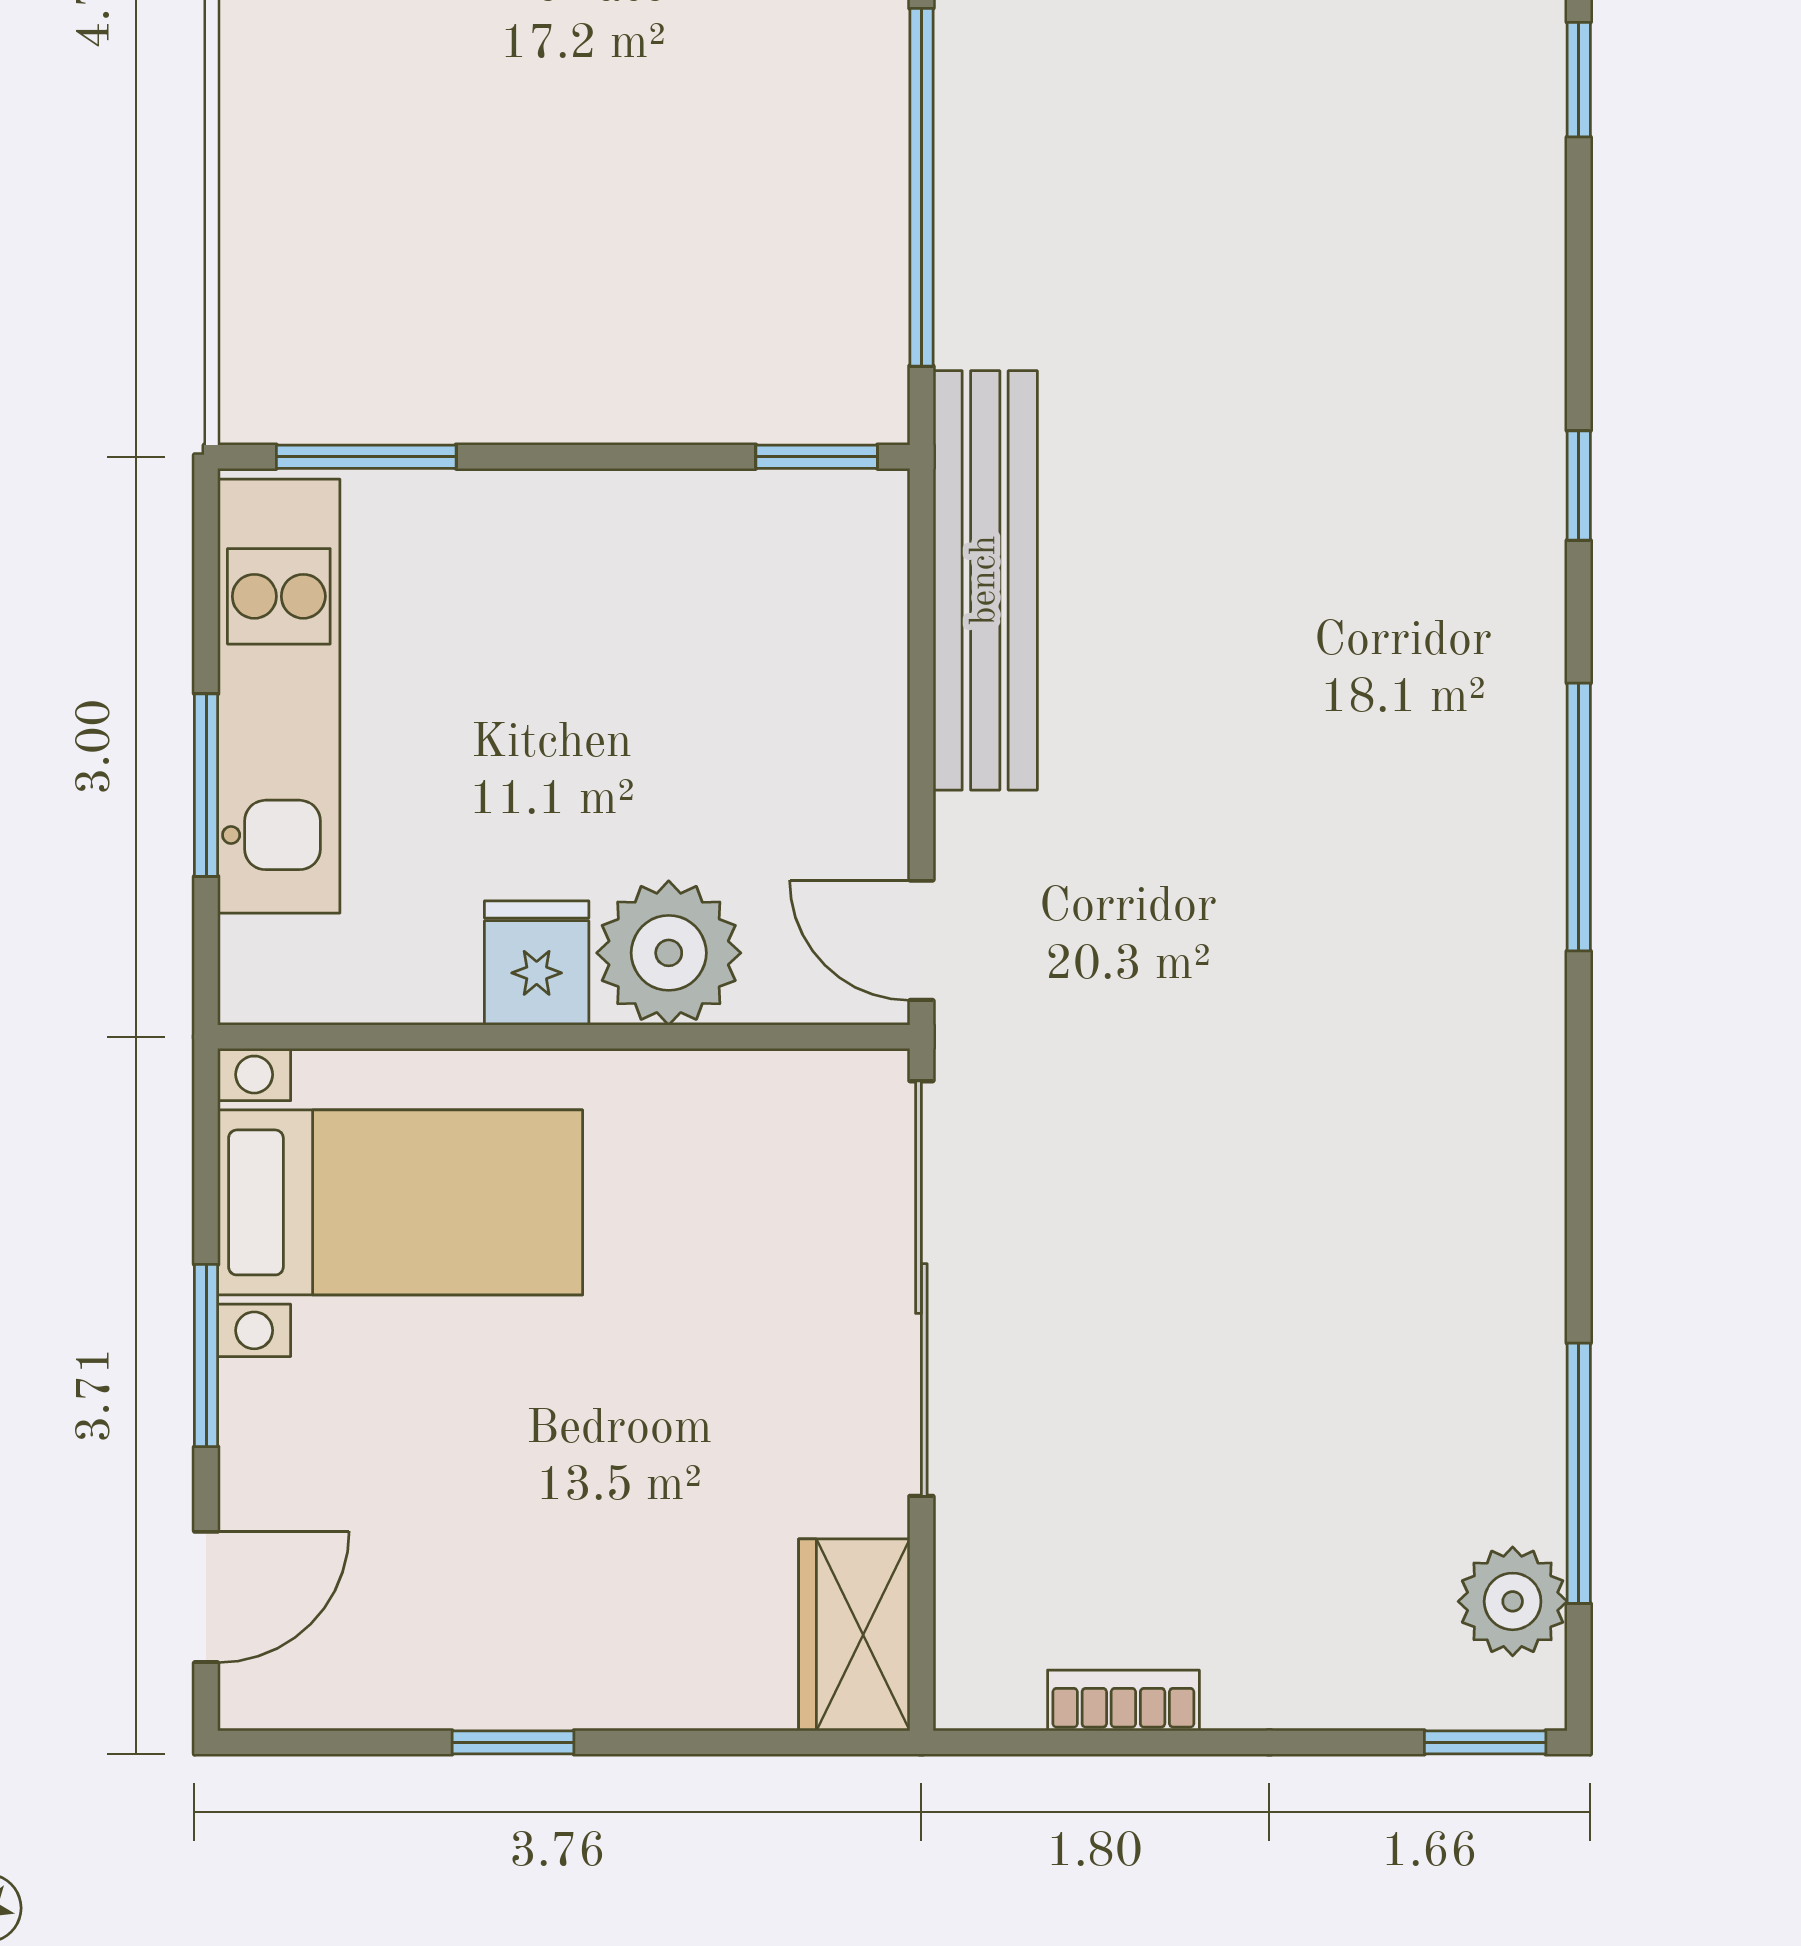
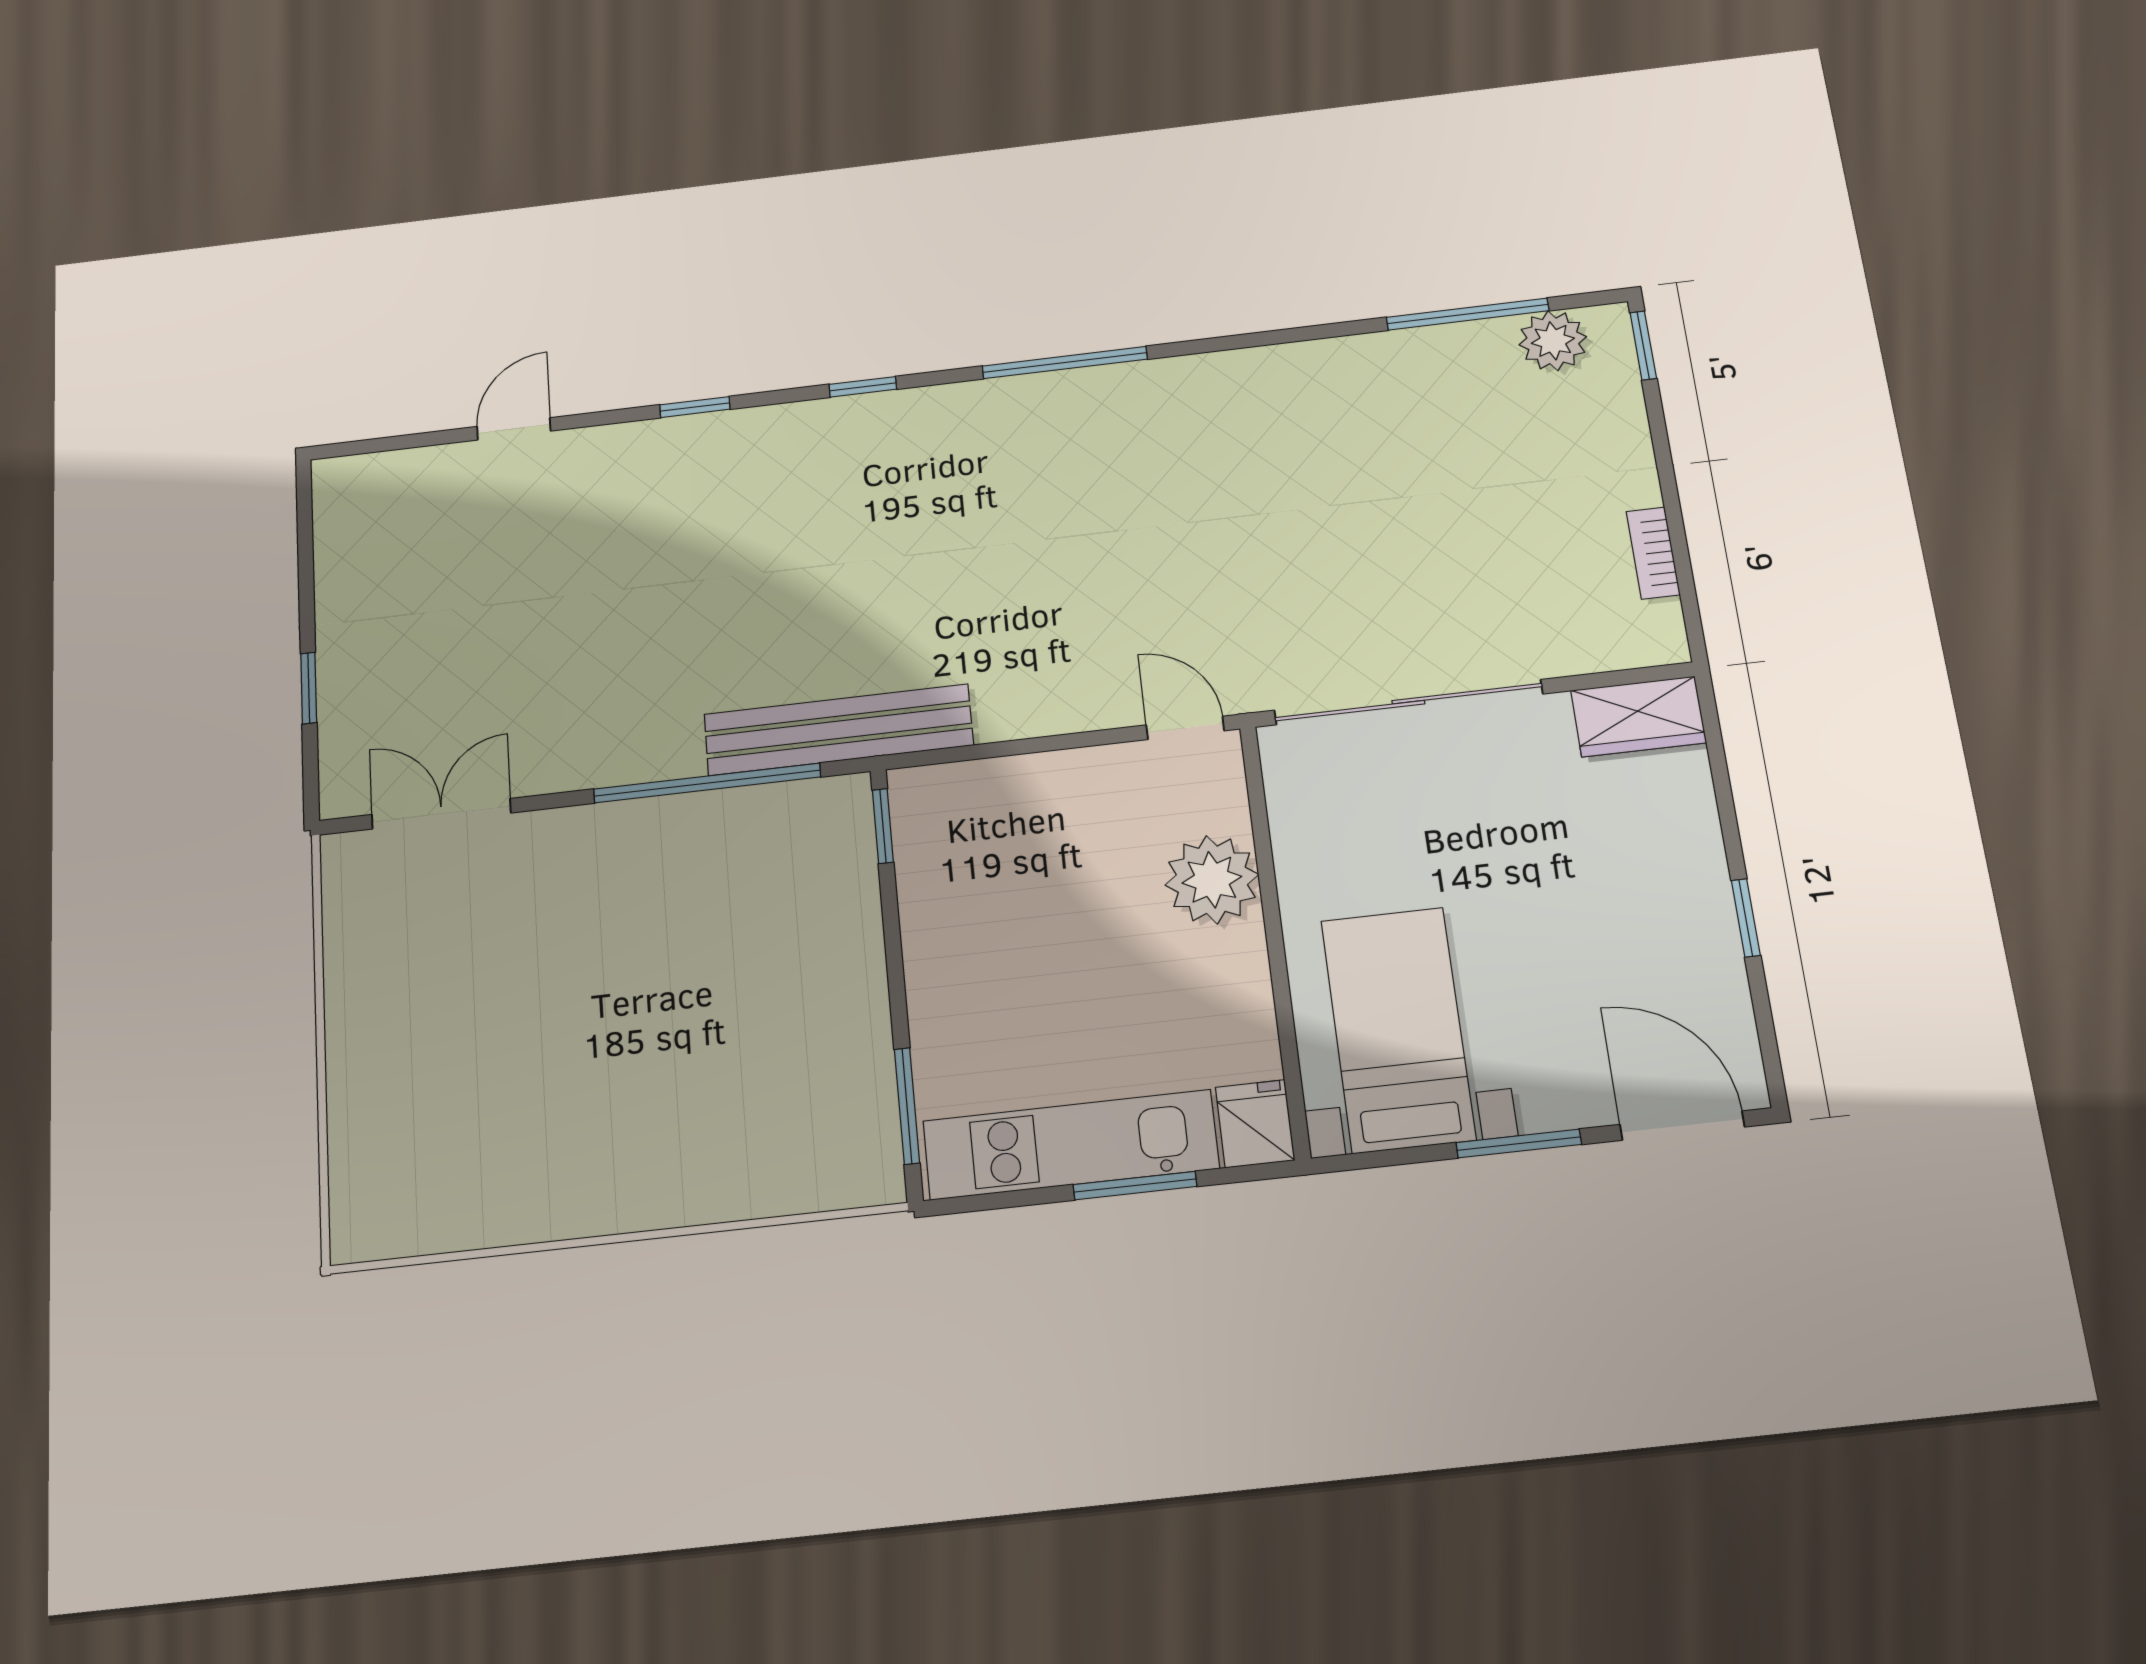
window: (1579, 80) -> (695, 407), moved
bench: (985, 580) -> (838, 730), moved
door: (921, 940) -> (1185, 728), swing flipped
fridge: (537, 963) -> (1255, 1124), moved, turned 90
door: (206, 1597) -> (1682, 1126), width x1.38

